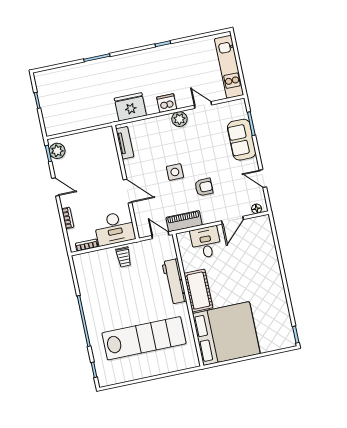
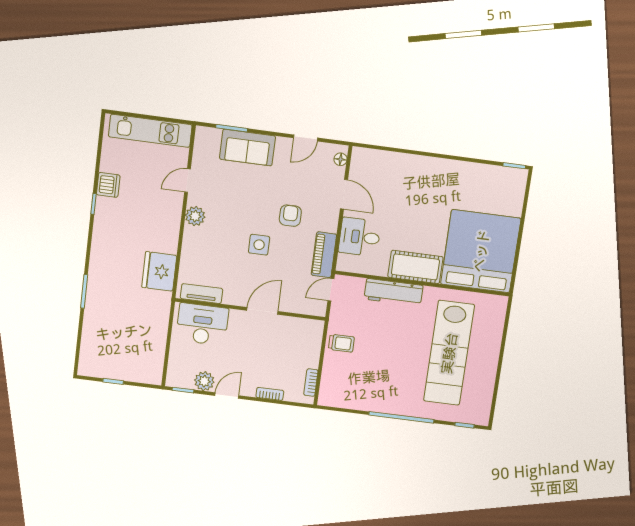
dishwasher: (167, 103) -> (108, 185), moved, turned 180
plant: (57, 151) -> (204, 381), moved
desk: (115, 228) -> (202, 324), moved, turned -90
lab bench: (144, 338) -> (449, 353), turned 180

